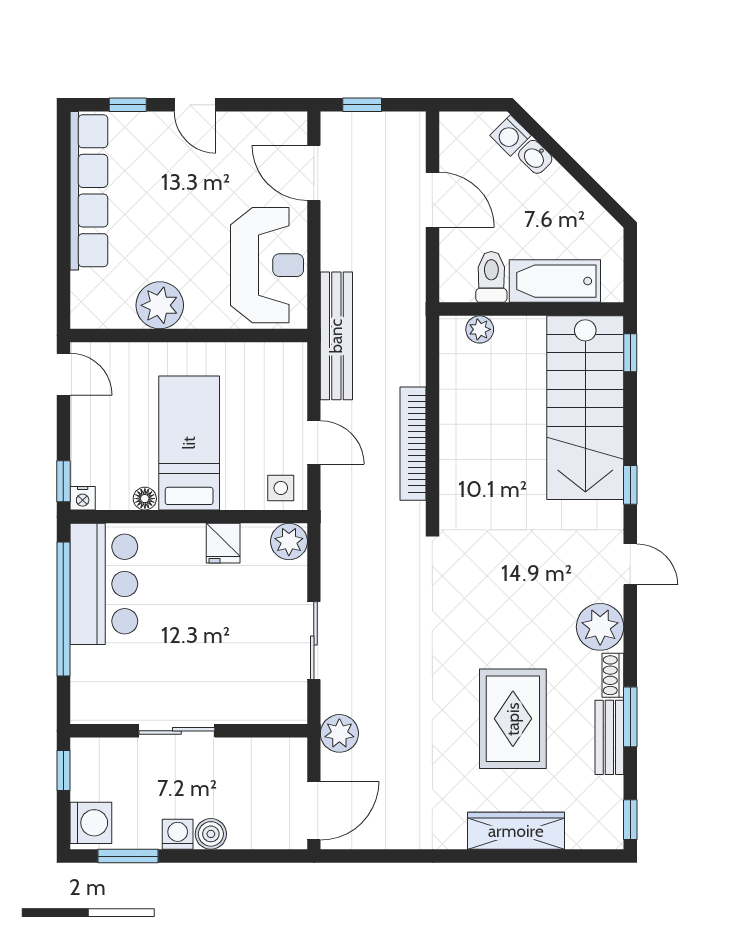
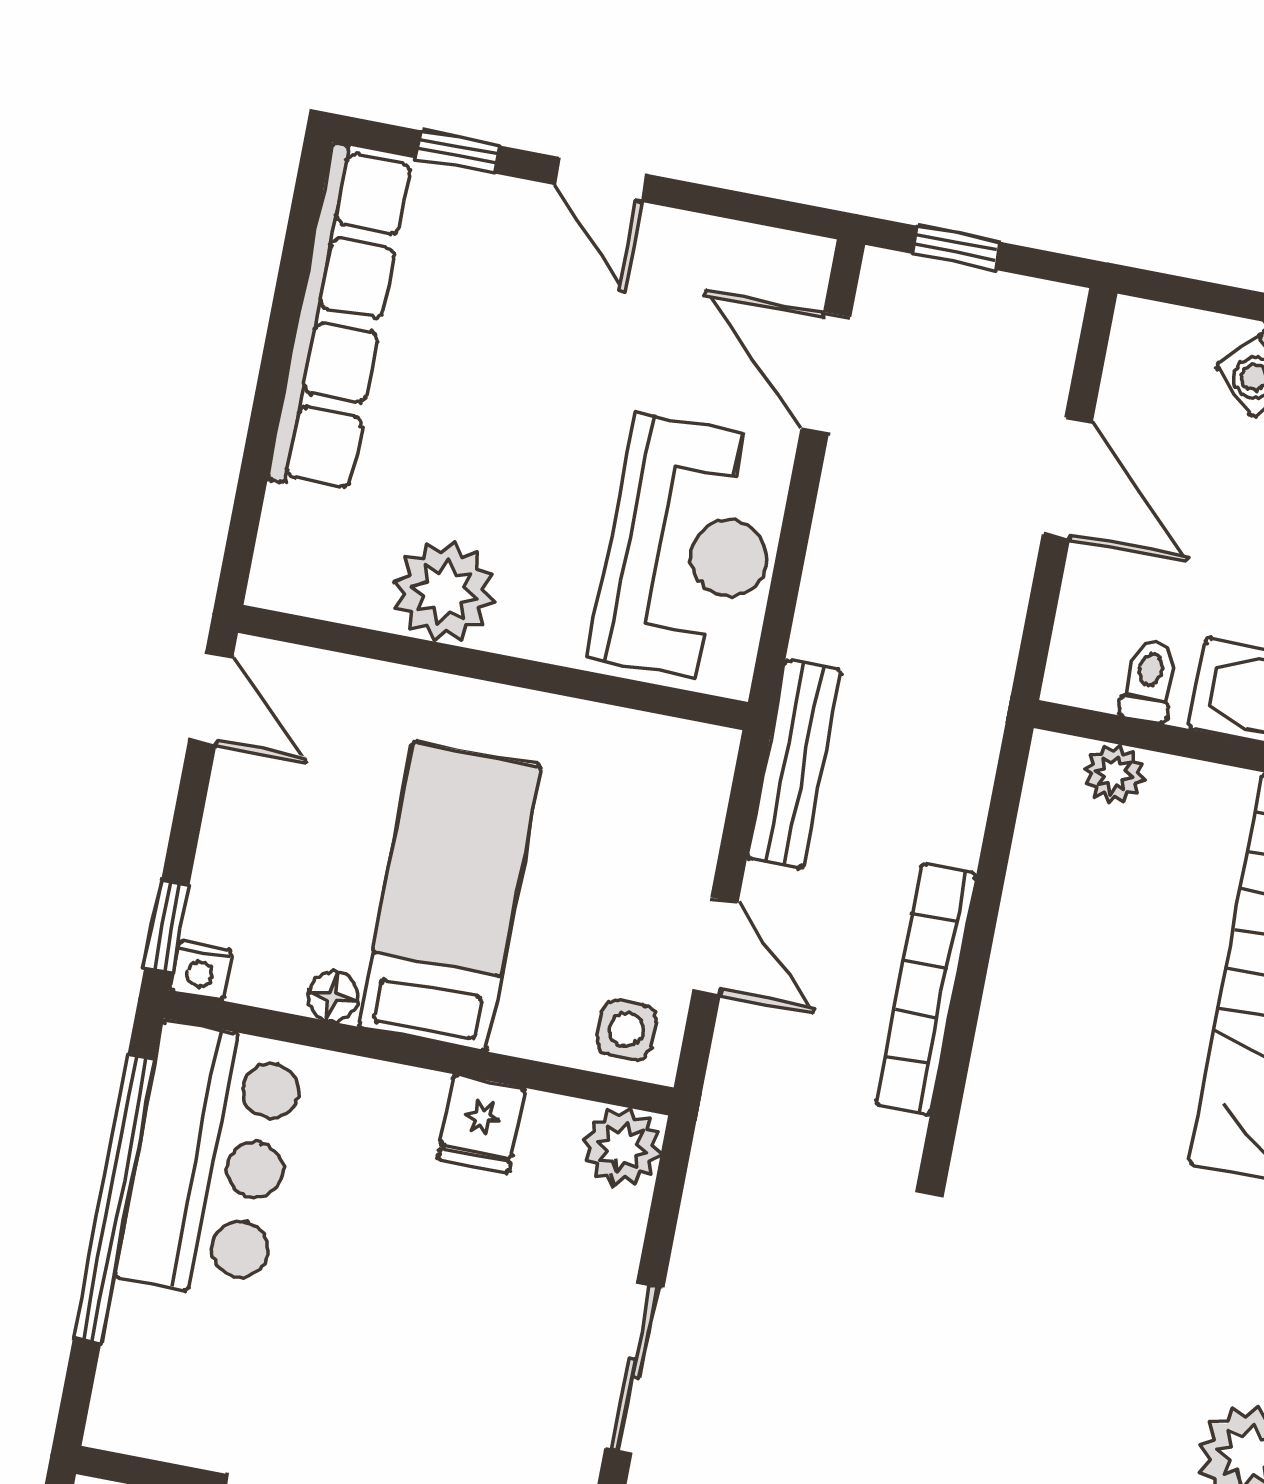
toilet: (491, 277) -> (1149, 681), width x0.73, depth x0.72
bench: (336, 336) -> (794, 764), width x0.73, depth x0.82

